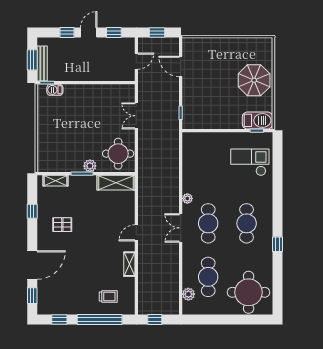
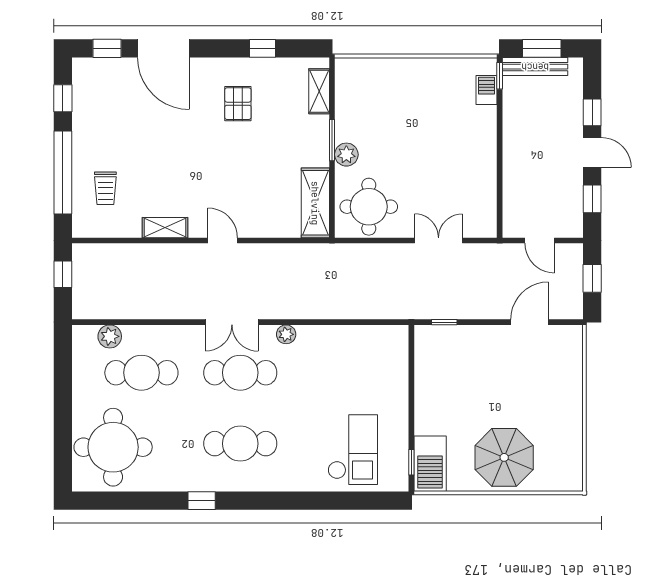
double door: (181, 228) -> (232, 322), swing flipped

